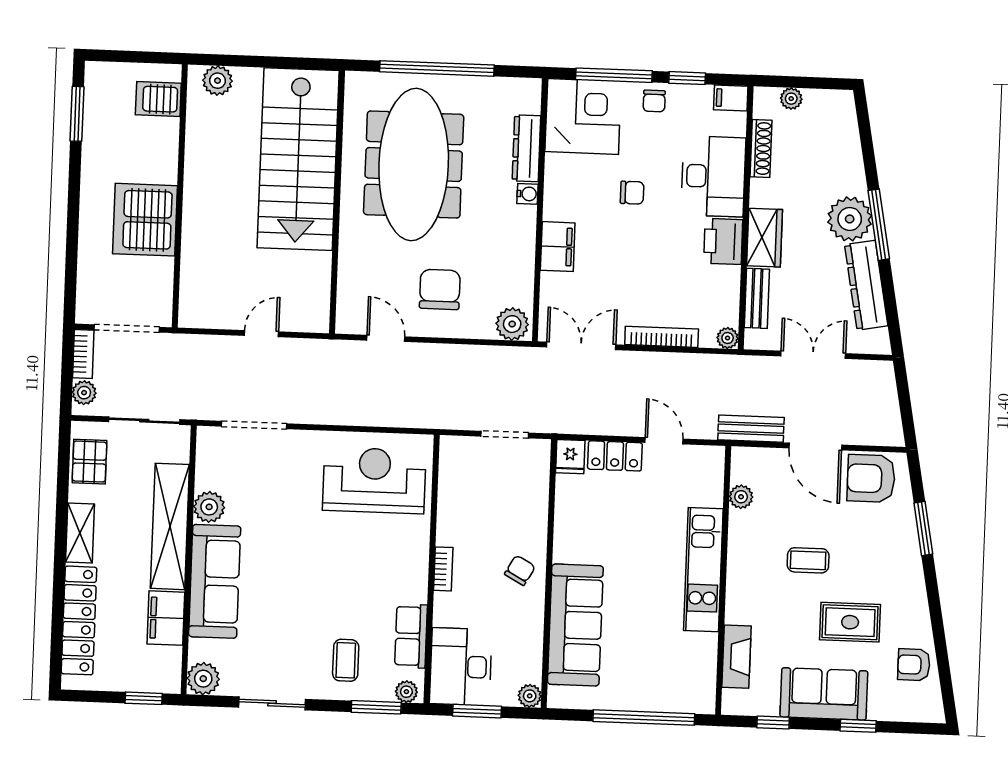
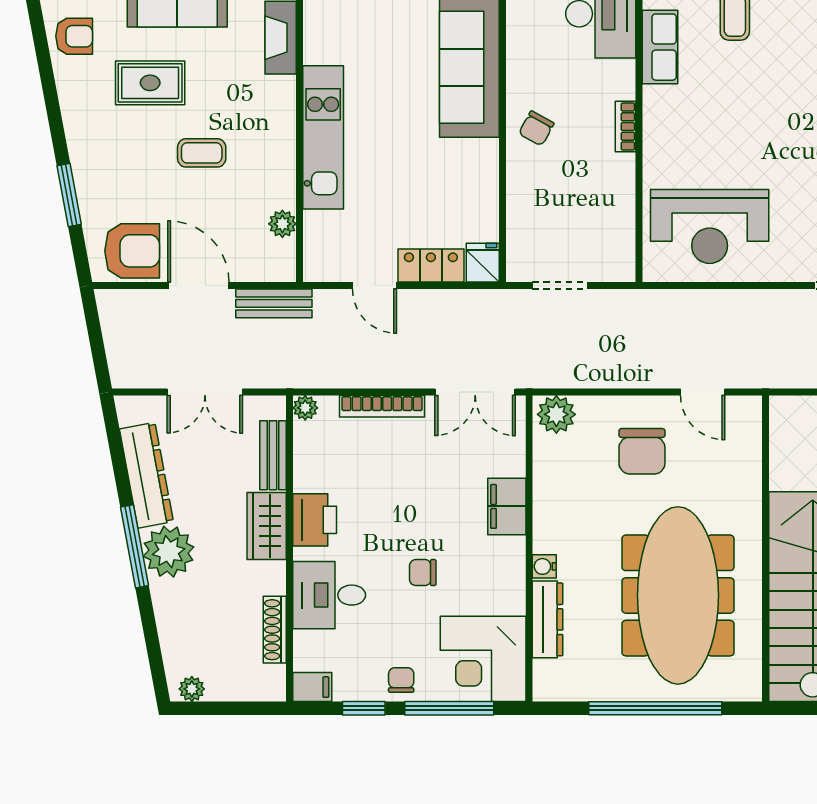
plant: (791, 99) -> (192, 689), moved
desk: (713, 176) -> (329, 595), width x0.73

